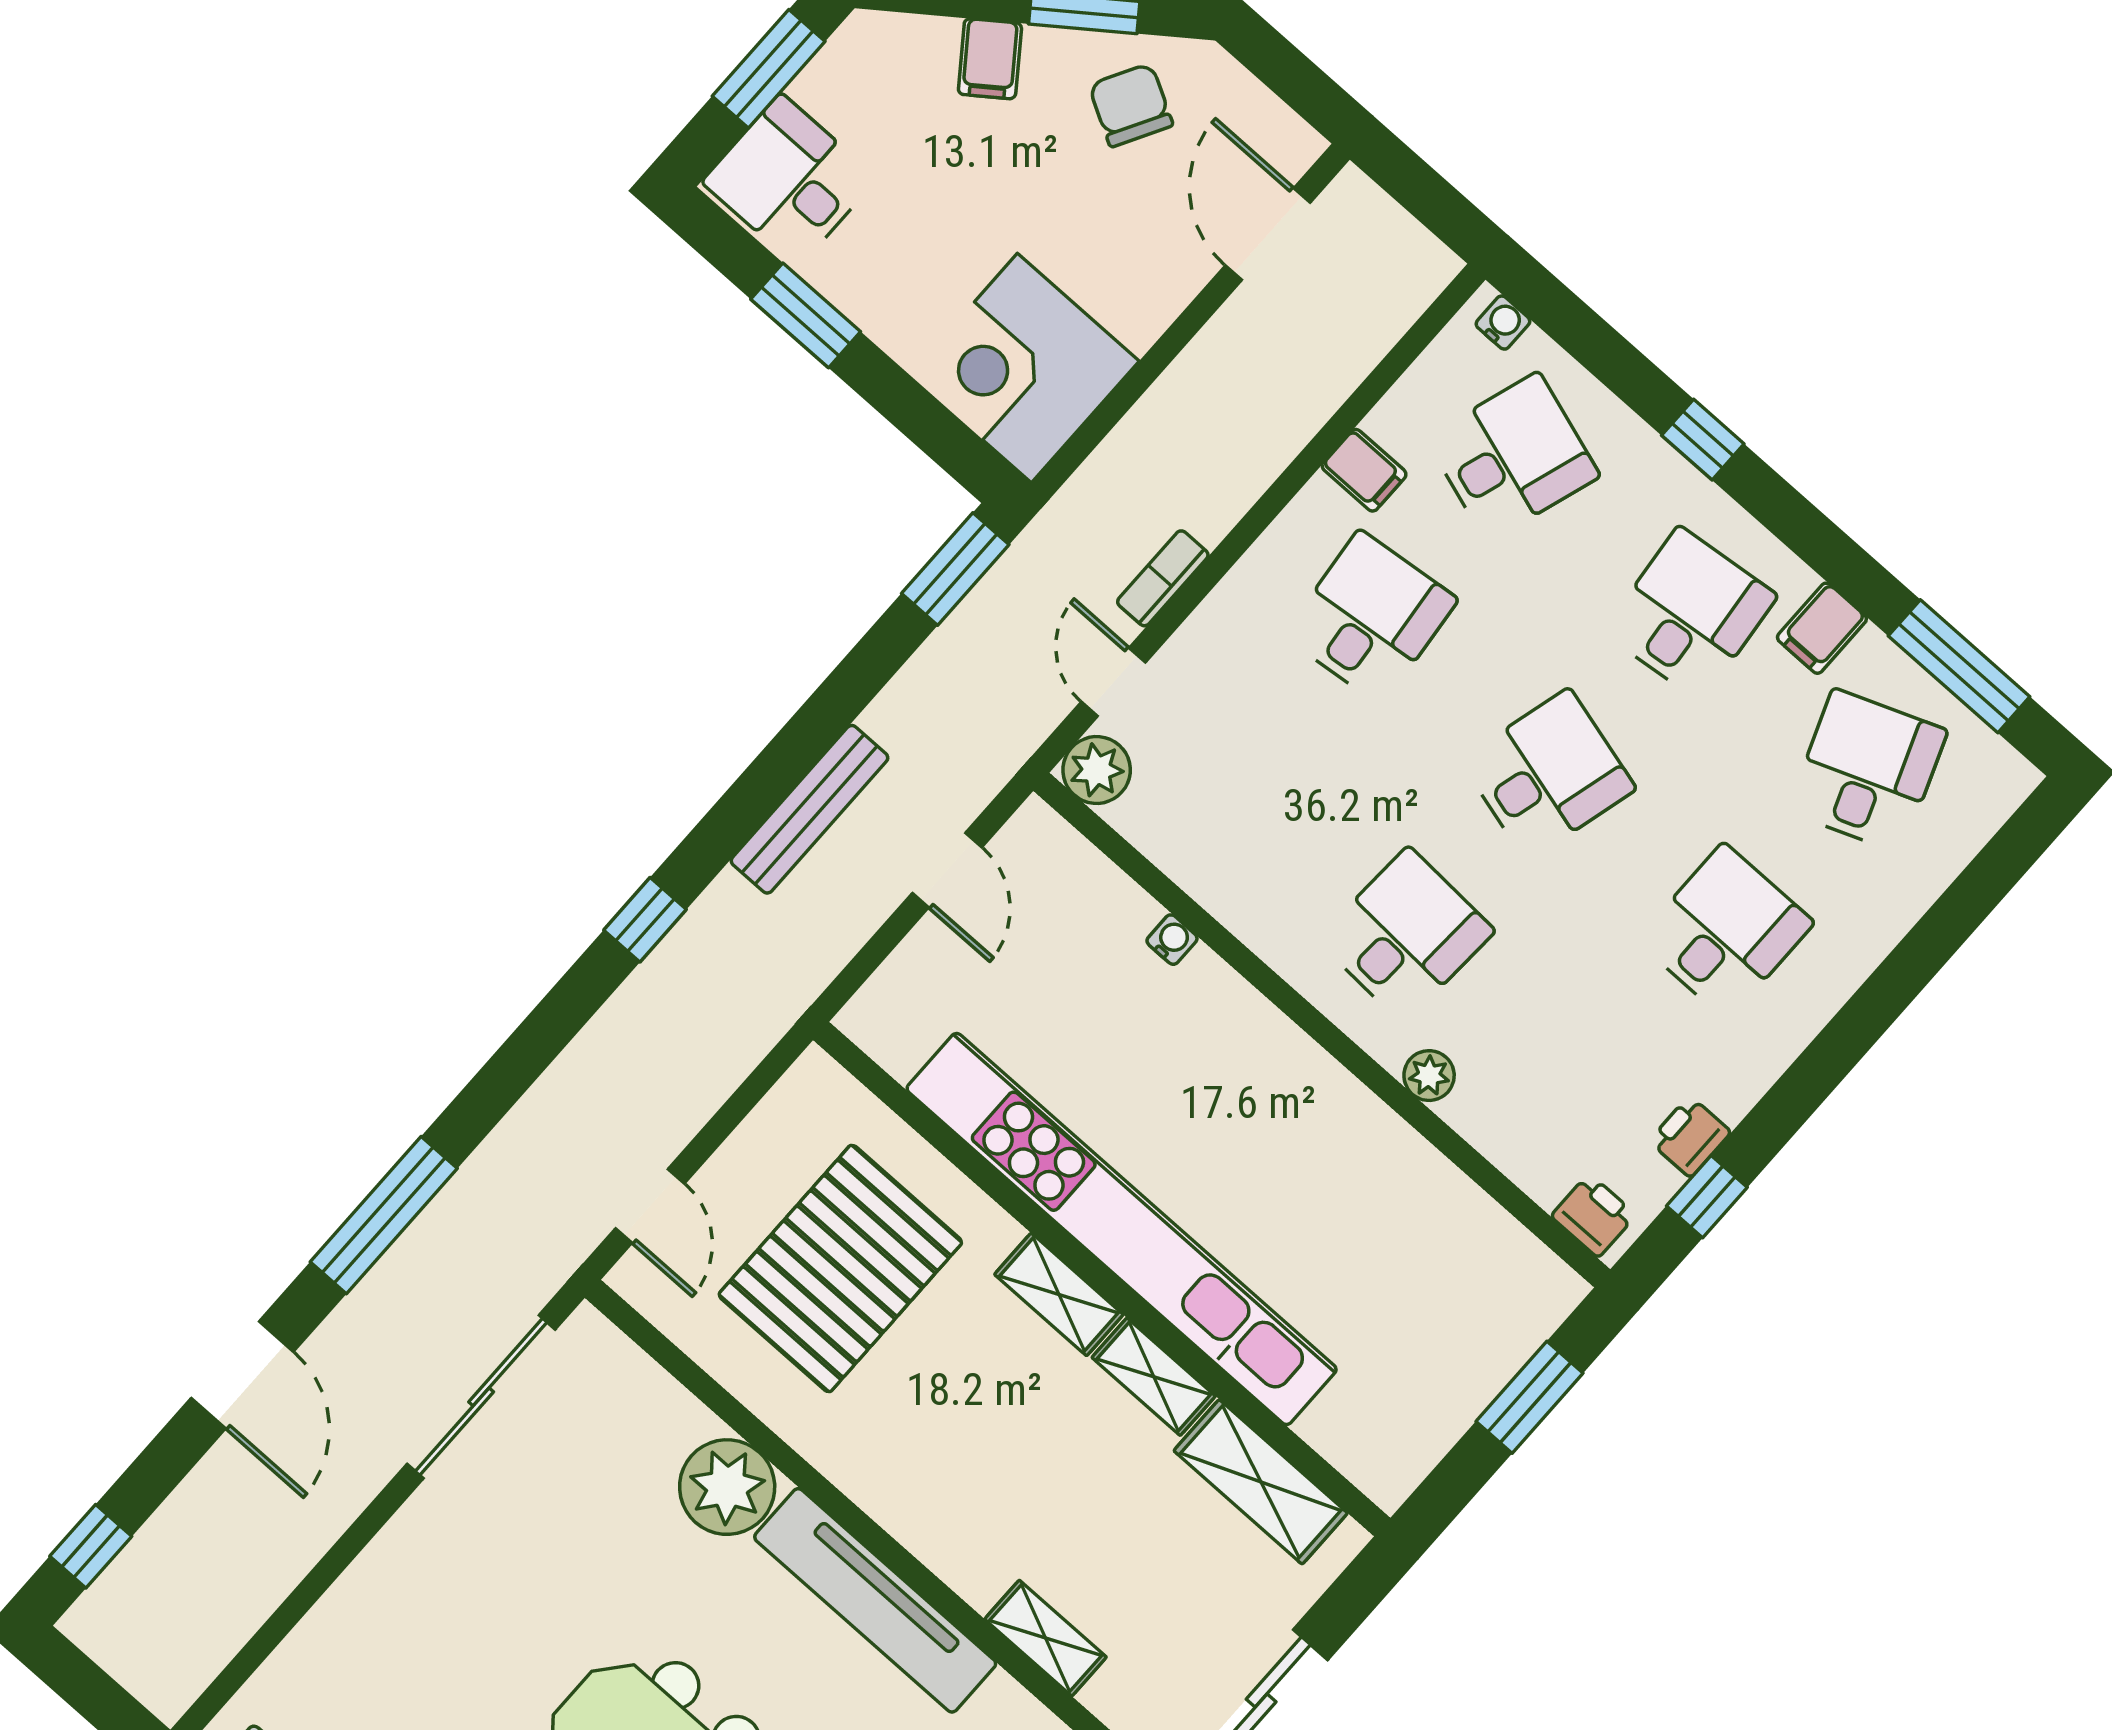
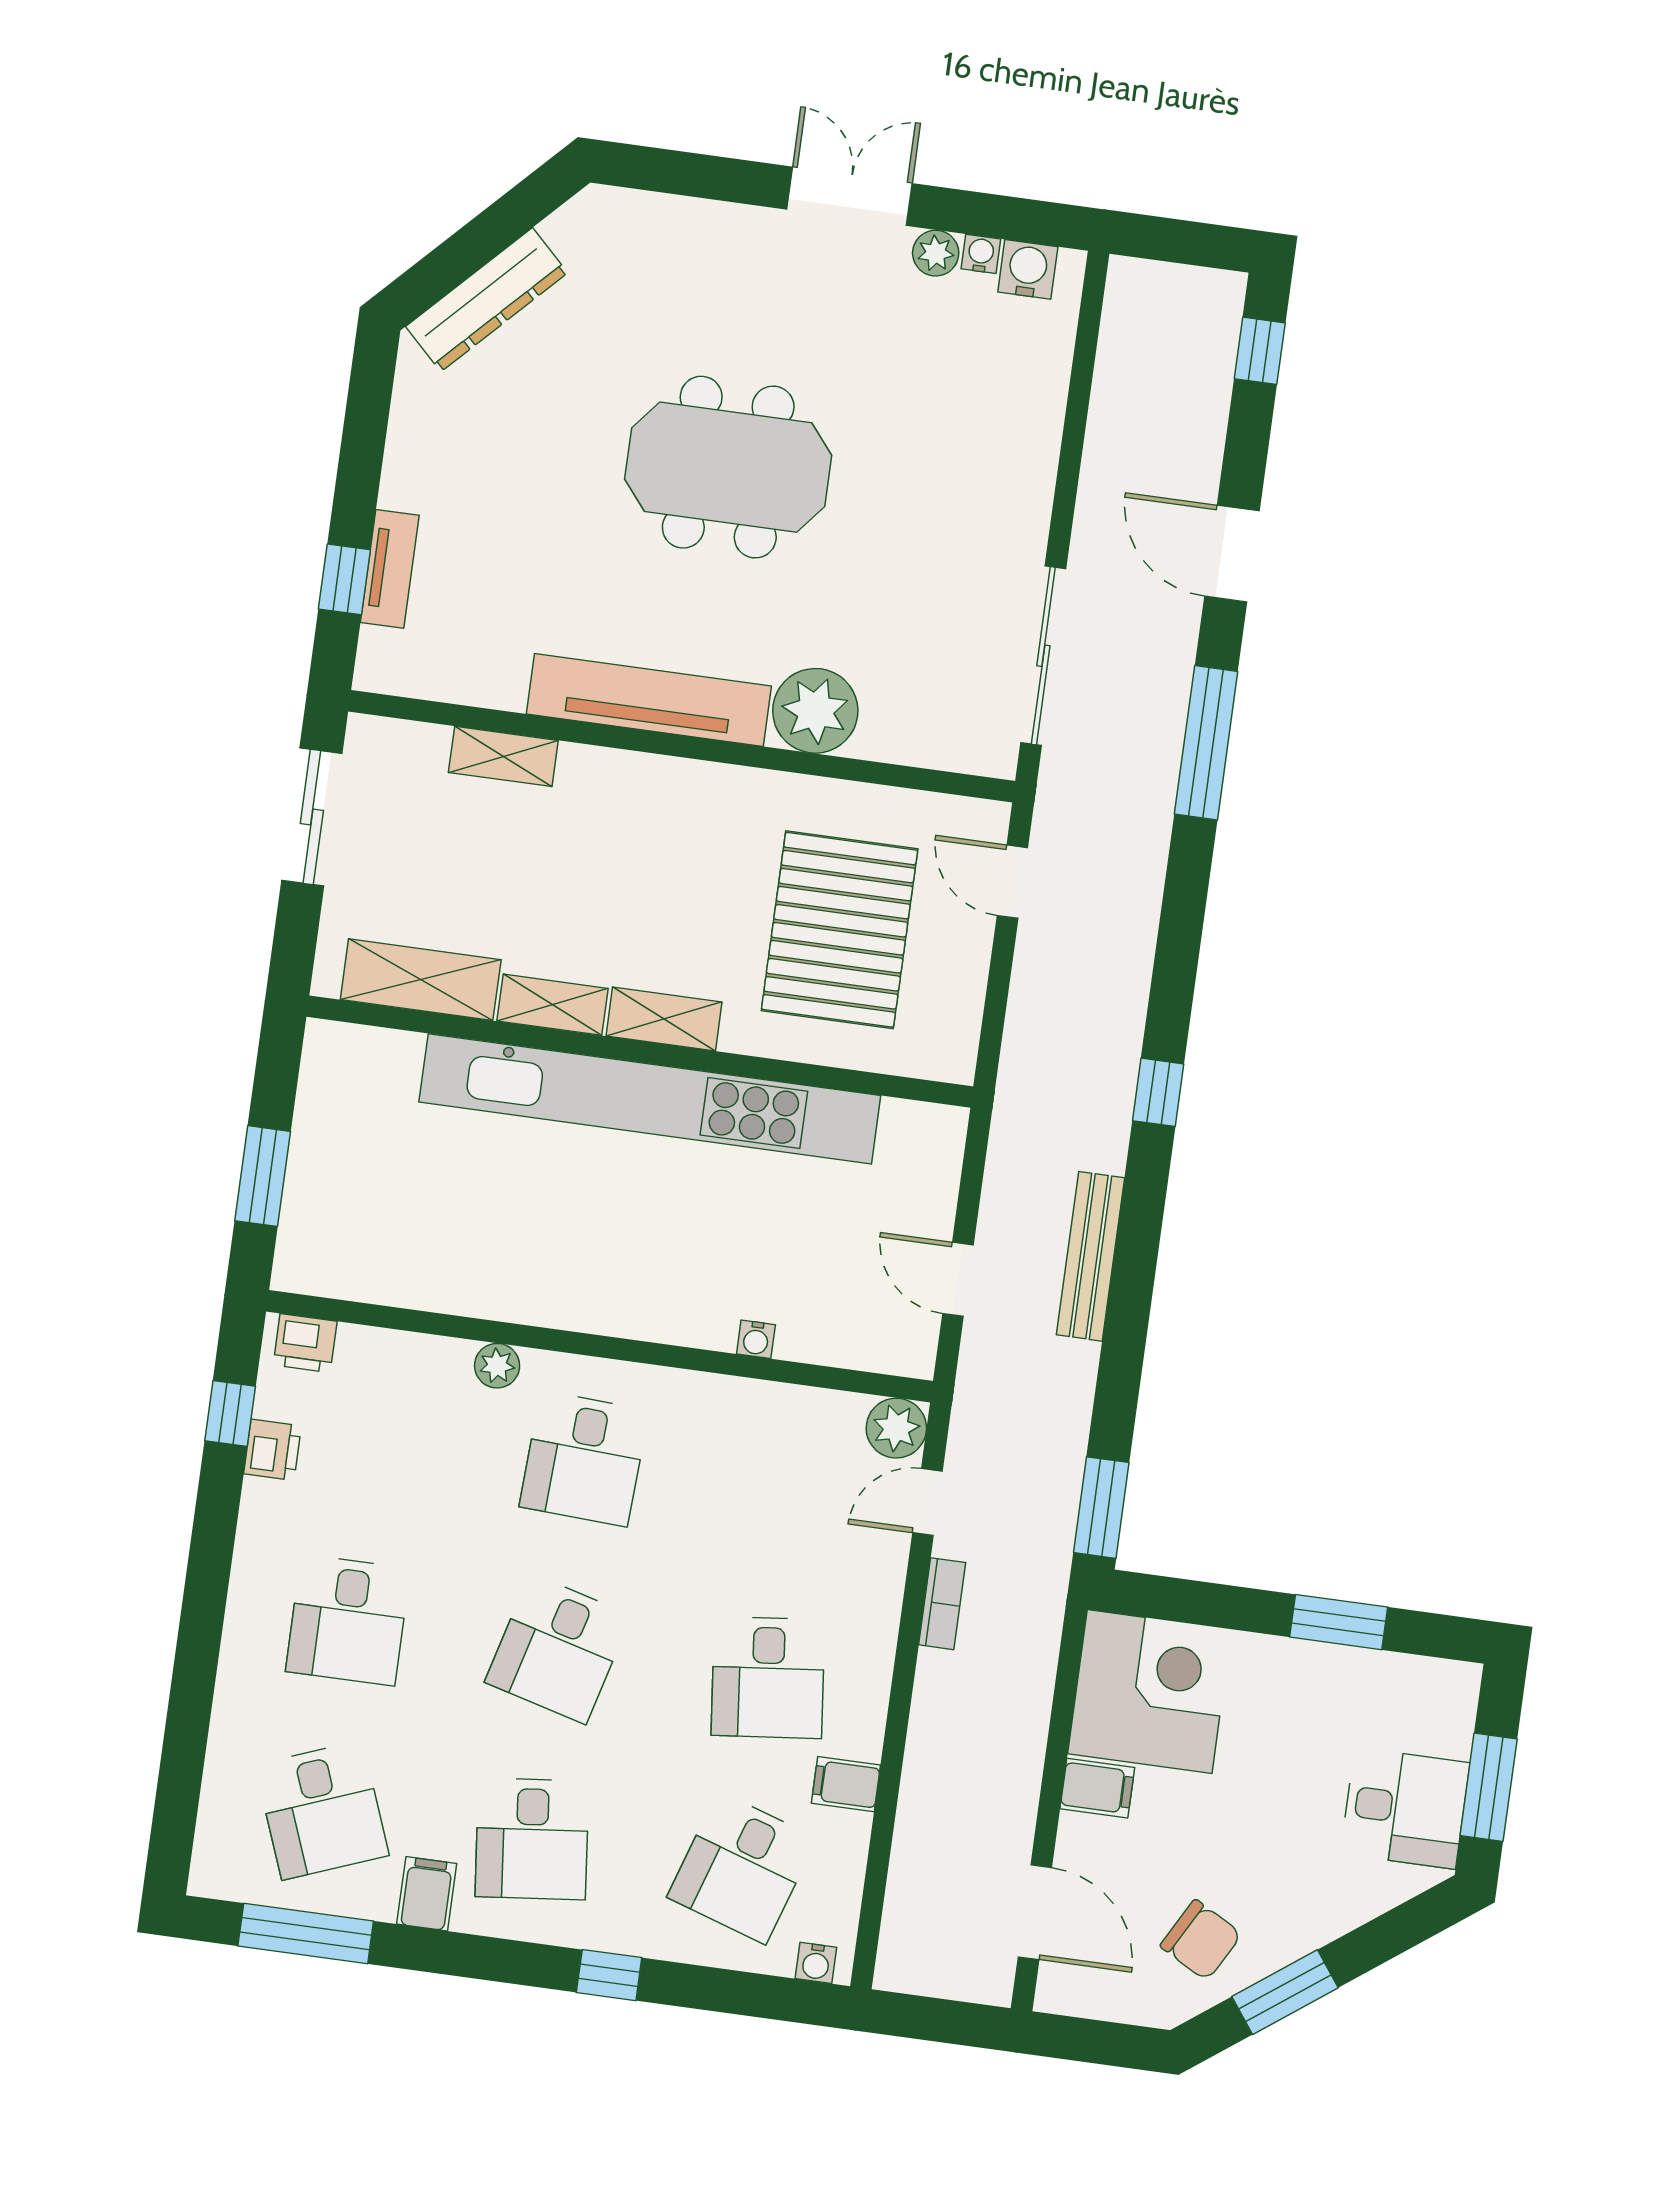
filing cabinet: (990, 59) -> (1097, 1788), moved, turned 126
desk: (790, 180) -> (1405, 1808), moved
door: (1113, 682) -> (927, 1502), swing flipped

